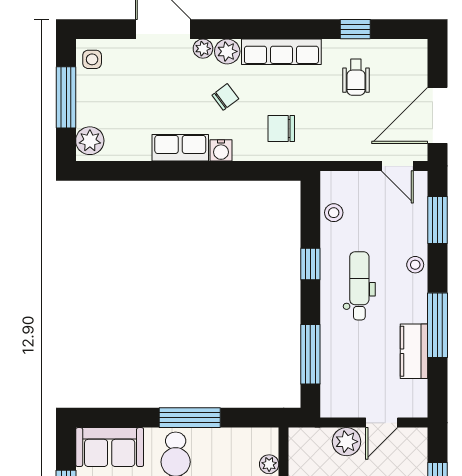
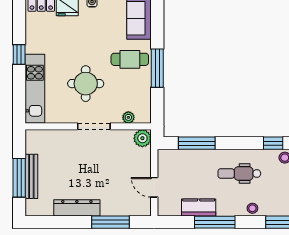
window: (310, 264) -> (273, 143), moved
dental chair: (359, 286) -> (239, 174), turned 180
plant: (347, 442) -> (142, 138), moved

